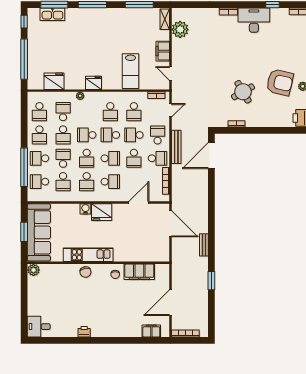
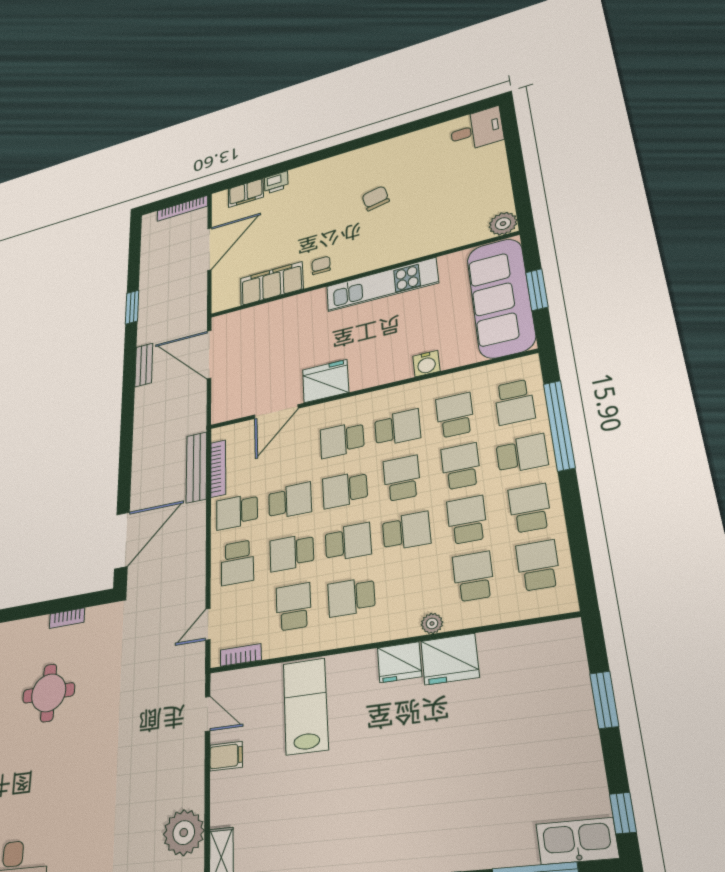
kitchen sink: (52, 14) -> (577, 841), moved
filing cabinet: (163, 51) -> (226, 756), width x0.50
window: (24, 59) -> (604, 700), width x0.47
fridge: (54, 81) -> (450, 659), moved
round table: (243, 92) -> (49, 693), turned 30
school desk: (63, 112) -> (473, 576), turned 180
school desk: (110, 112) -> (351, 597), turned -90
school desk: (134, 135) -> (292, 552), turned 180
bench: (176, 147) -> (196, 467), moved
school desk: (63, 158) -> (461, 466), turned 180
school desk: (134, 158) -> (290, 501), turned 90
school desk: (39, 182) -> (514, 402), turned 90
school desk: (87, 182) -> (397, 428), turned 90
water cooler: (85, 209) -> (426, 364), moved
fridge: (102, 212) -> (326, 381), moved
door: (171, 224) -> (209, 354), moved
chair: (85, 272) -> (376, 198), moved
printer: (84, 332) -> (276, 182), moved

